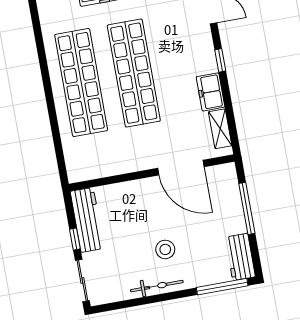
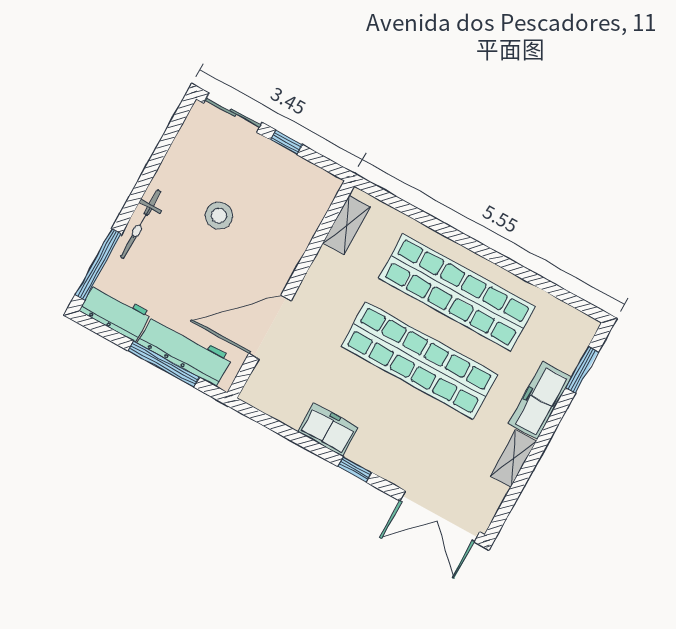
shelving: (220, 129) -> (347, 225), moved, turned 90
workbench: (87, 220) -> (185, 350), moved, turned 180
stool: (165, 249) -> (219, 216), moved
bicycle: (157, 286) -> (141, 224), moved

